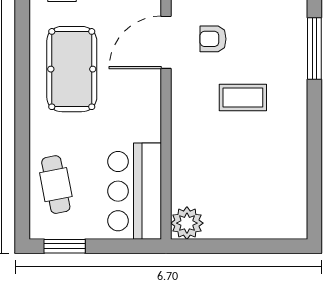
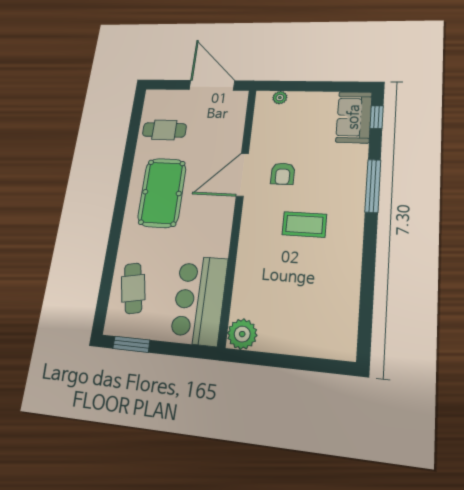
armchair: (213, 39) -> (283, 174), turned -90

